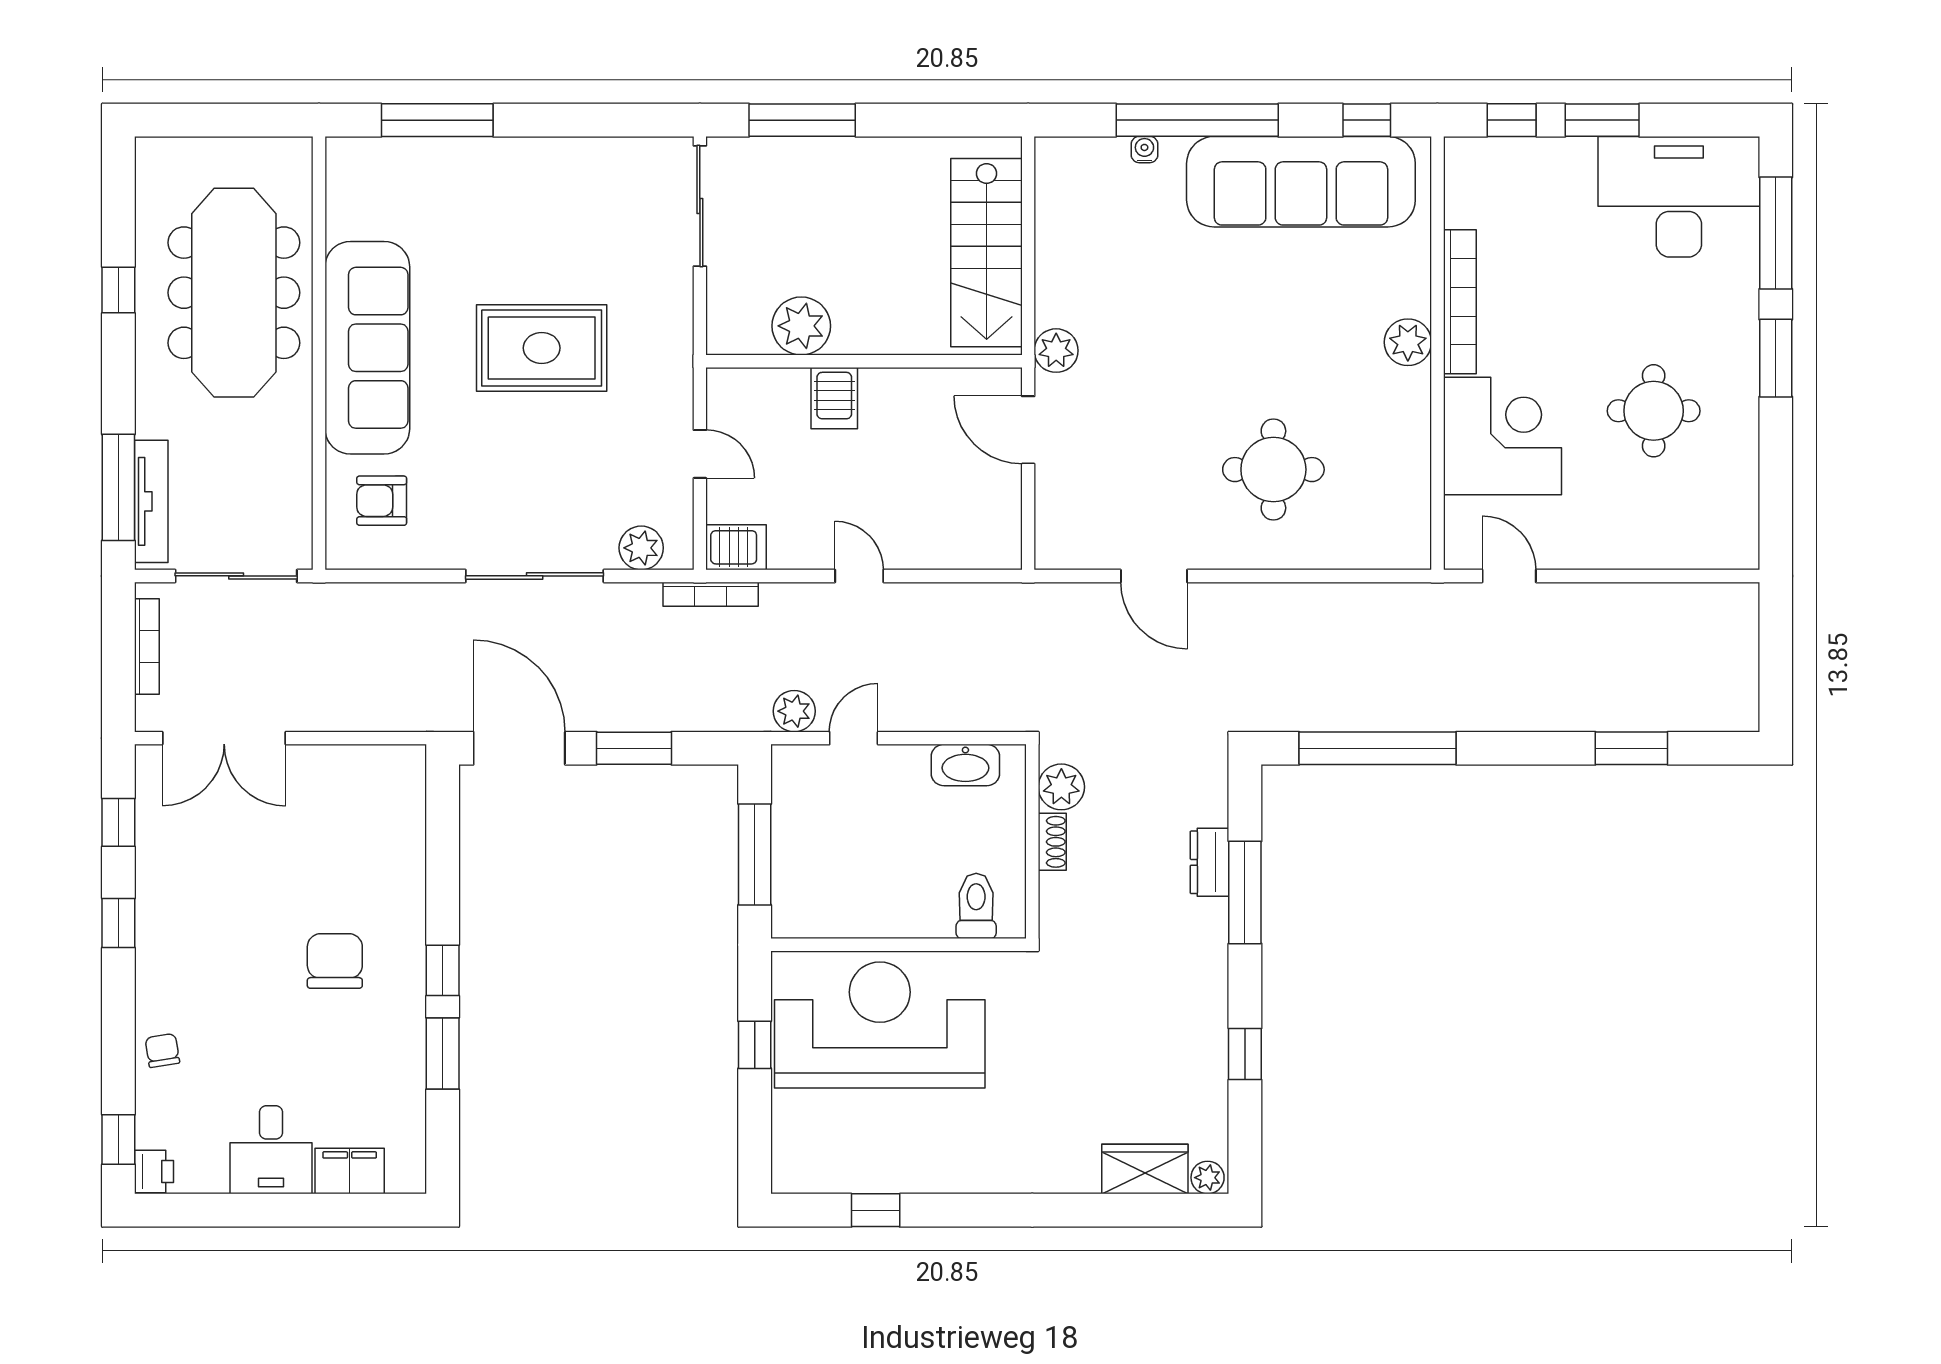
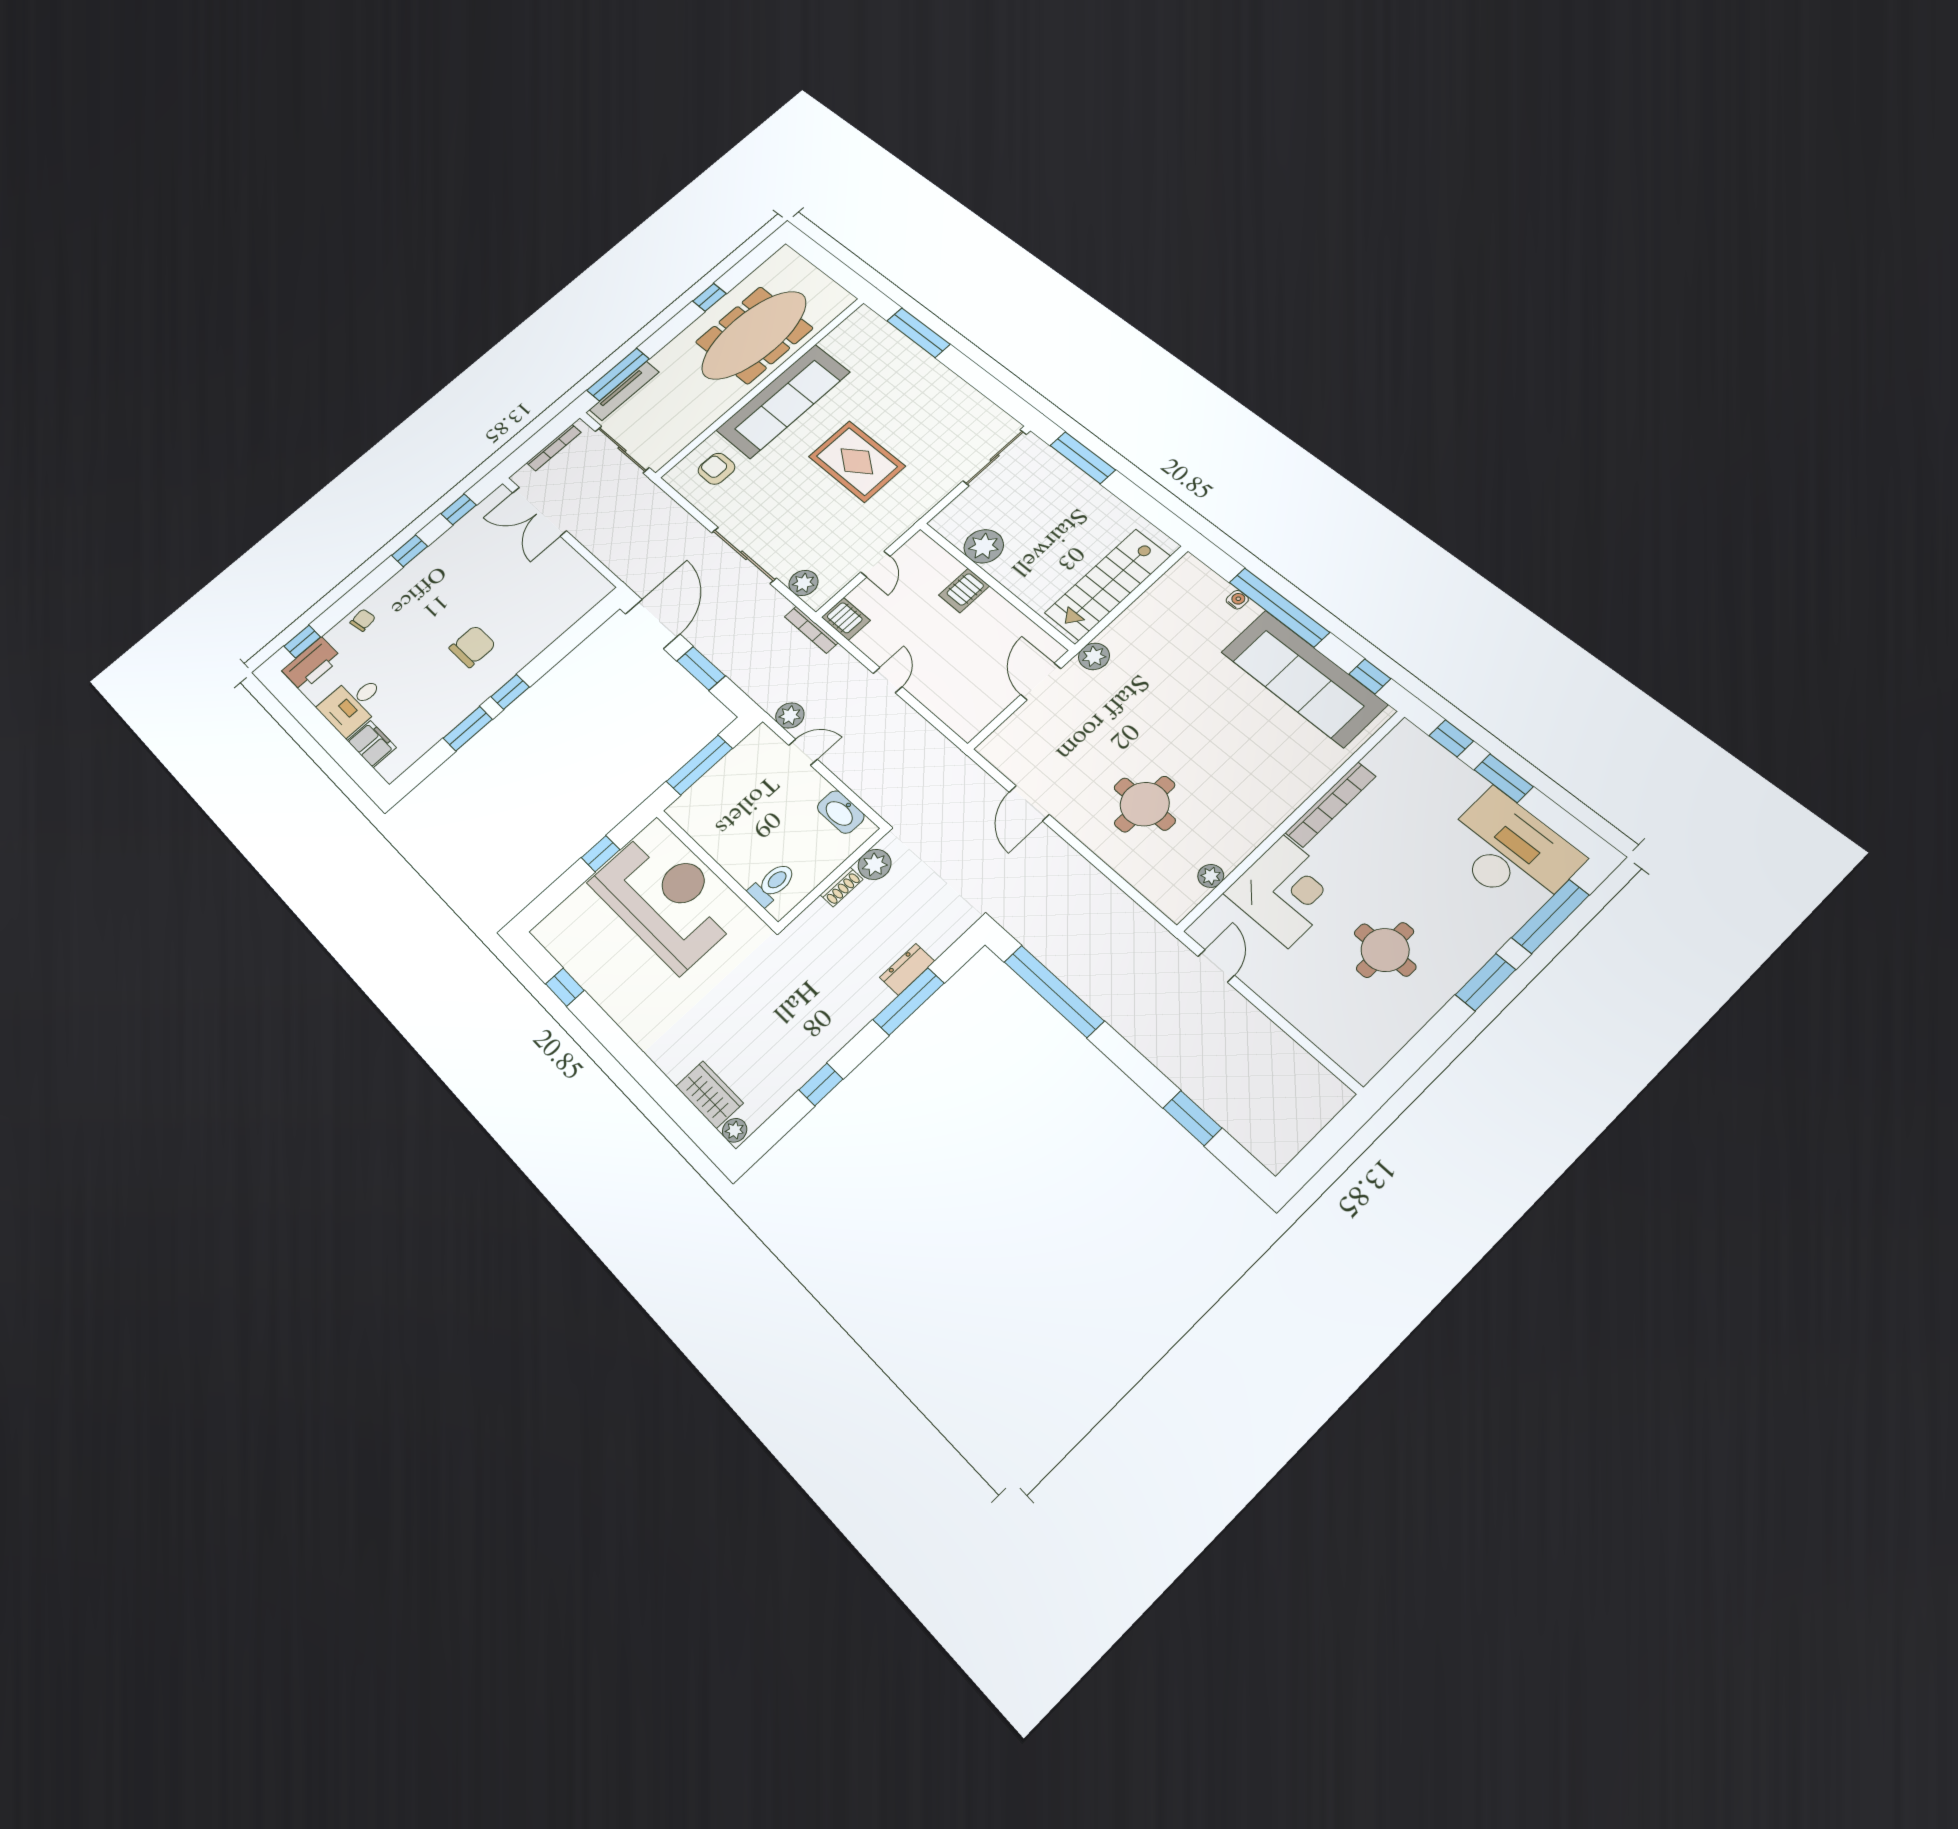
plant: (1408, 342) -> (1211, 876), moved, width x0.73, depth x0.73
printer: (154, 1171) -> (312, 664), width x1.87, depth x1.48

